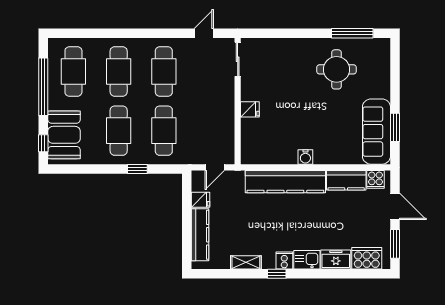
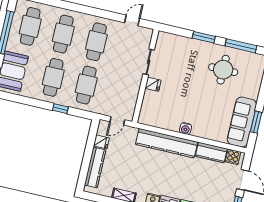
window: (302, 33) -> (204, 37), added
sliding door: (238, 59) -> (149, 62), moved

